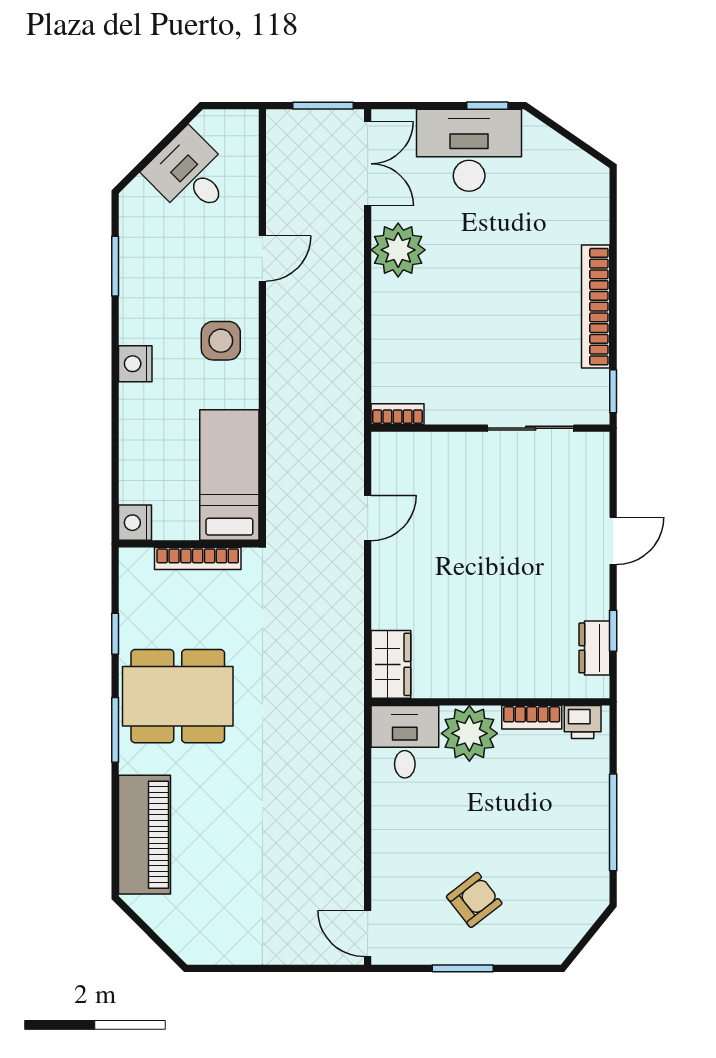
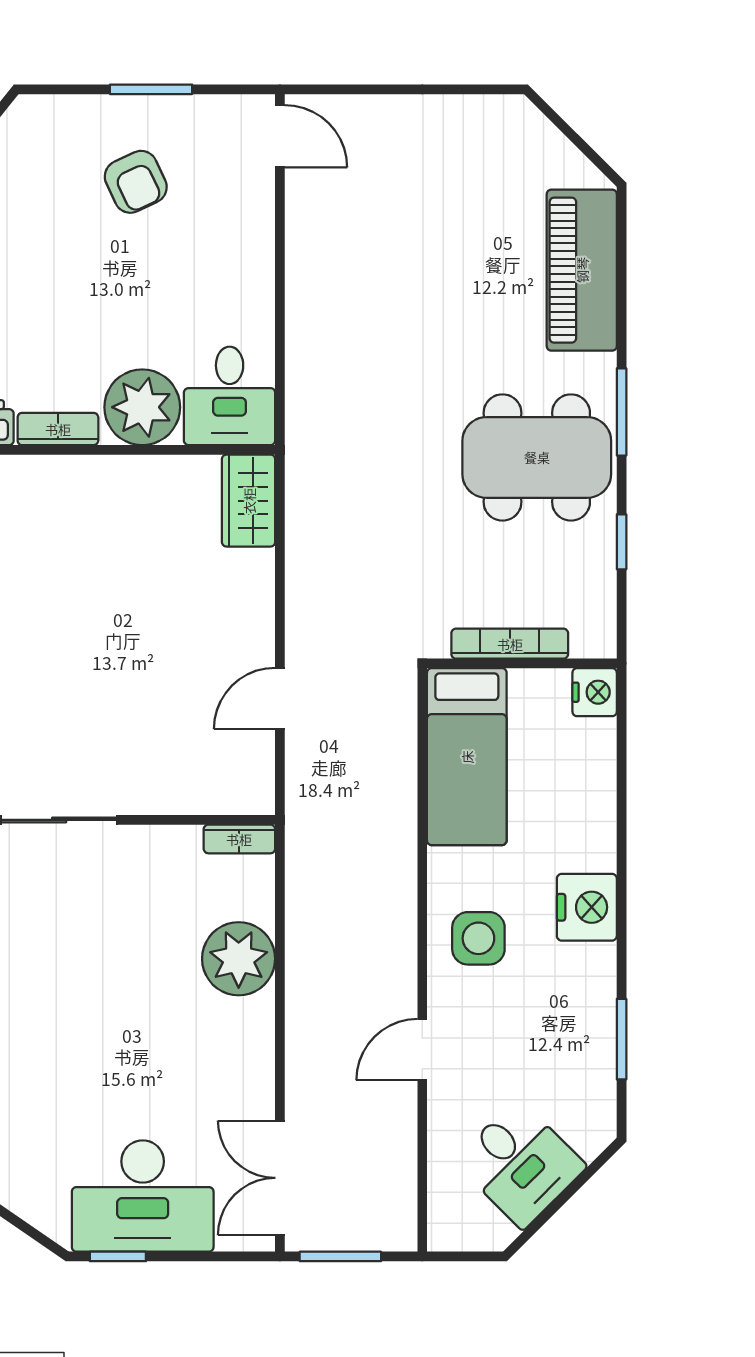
plant: (398, 250) -> (239, 959), moved
nightstand: (135, 364) -> (587, 907), width x1.36, depth x1.33
armchair: (474, 900) -> (136, 182), turned -77

